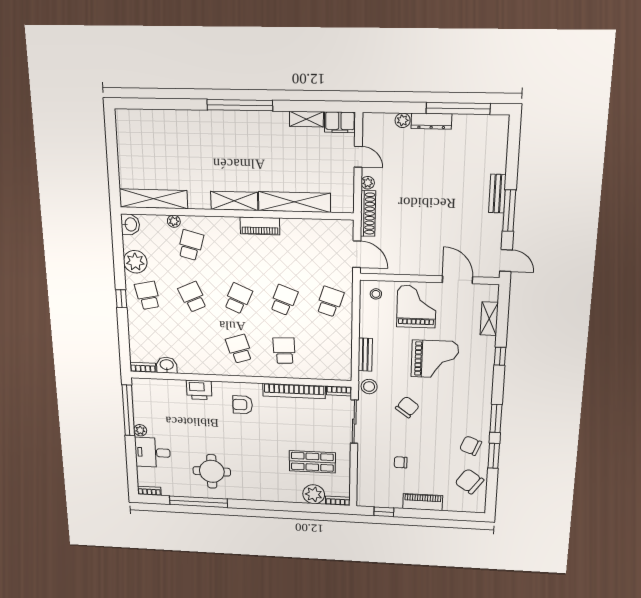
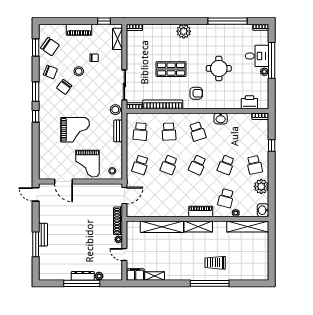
window: (240, 105) -> (210, 283), moved
window: (458, 108) -> (82, 283), moved
trolley: (204, 140) -> (215, 263), added
window: (509, 211) -> (36, 244), moved
piano: (260, 226) -> (201, 211), moved
door: (357, 254) -> (124, 196), swing flipped
school desk: (193, 297) -> (226, 165), turned 45
window: (121, 299) -> (272, 146), moved
shelving: (489, 319) -> (117, 39), moved
school desk: (330, 352) -> (140, 132), added
window: (500, 356) -> (36, 116), moved
grand piano: (435, 359) -> (75, 130), turned 180
washbasin: (167, 365) -> (221, 118), moved
printer: (199, 390) -> (249, 102), moved
chair: (407, 407) -> (64, 87), moved
window: (128, 410) -> (272, 60), moved
stool: (426, 444) -> (79, 71), added
window: (494, 456) -> (36, 47), moved
shop shelf: (312, 462) -> (171, 69), moved
round table: (212, 471) -> (219, 68), moved
plant: (314, 494) -> (184, 31), moved

